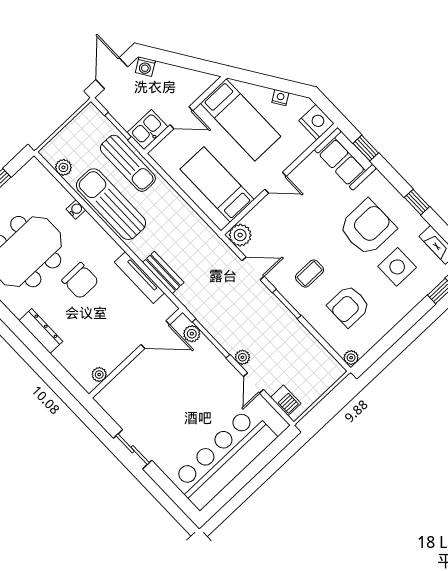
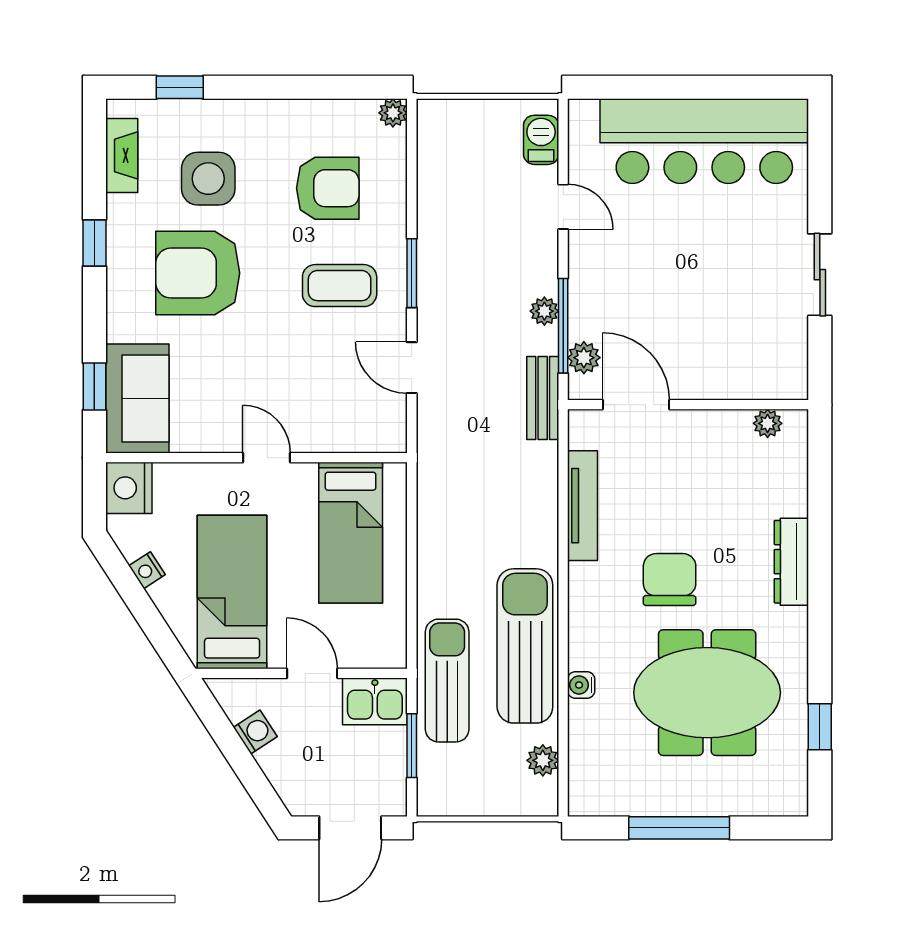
washing machine: (145, 67) -> (255, 732), moved
sun lounger: (111, 204) -> (525, 646), turned 180
plant: (240, 235) -> (386, 431), removed
bench: (163, 272) -> (543, 398), moved
coffee table: (310, 274) -> (340, 286), width x1.36, depth x1.30
plant: (242, 357) -> (544, 311), moved
door: (253, 383) -> (563, 207), hinge flipped

